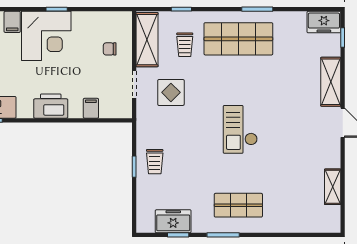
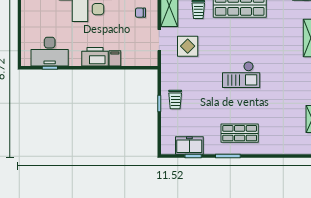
filing cabinet: (91, 108) -> (115, 58), moved
checkout: (240, 129) -> (241, 75), turned -90

